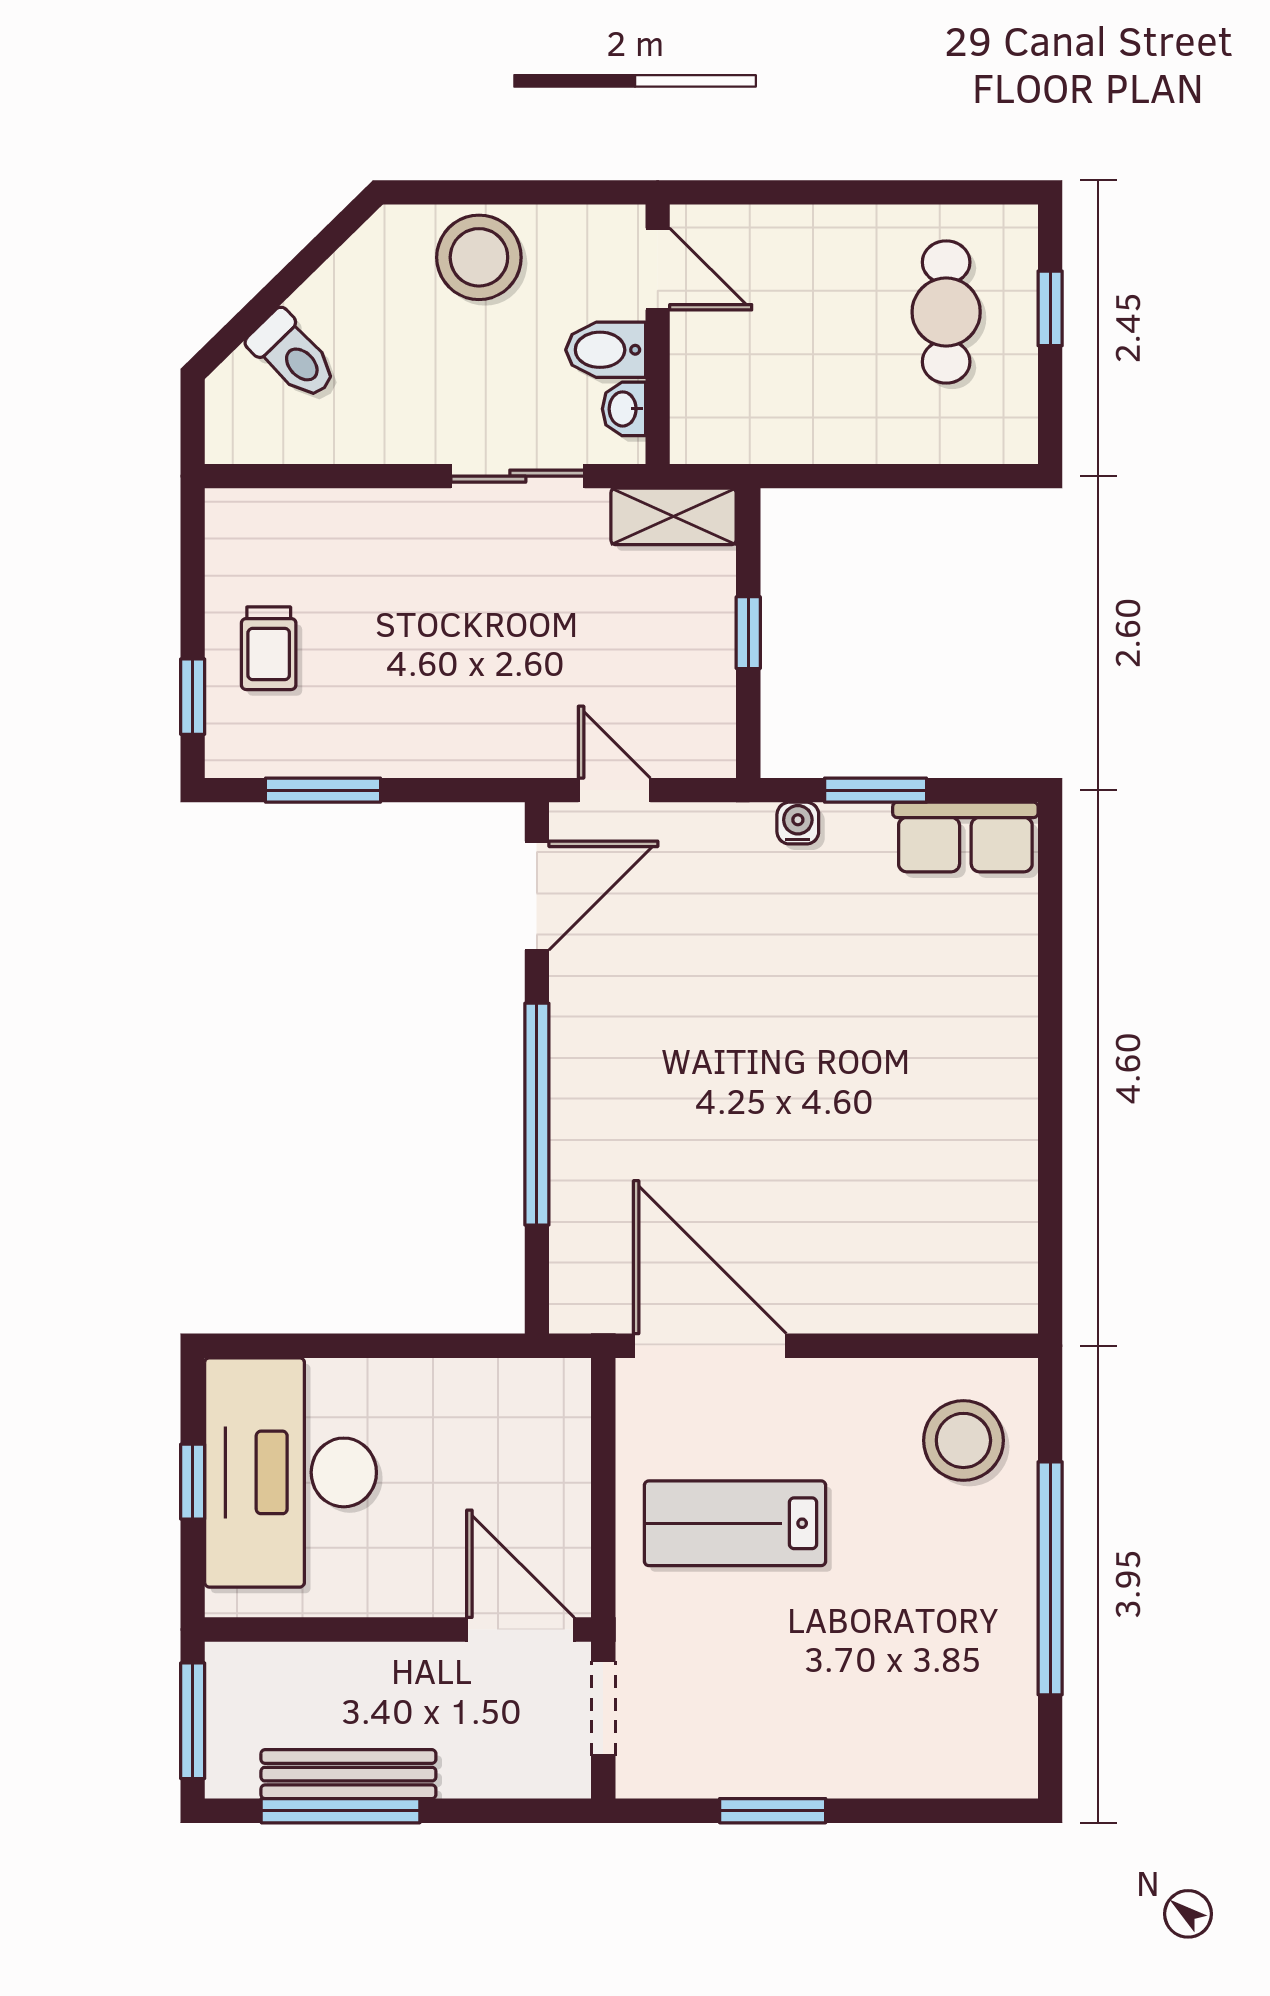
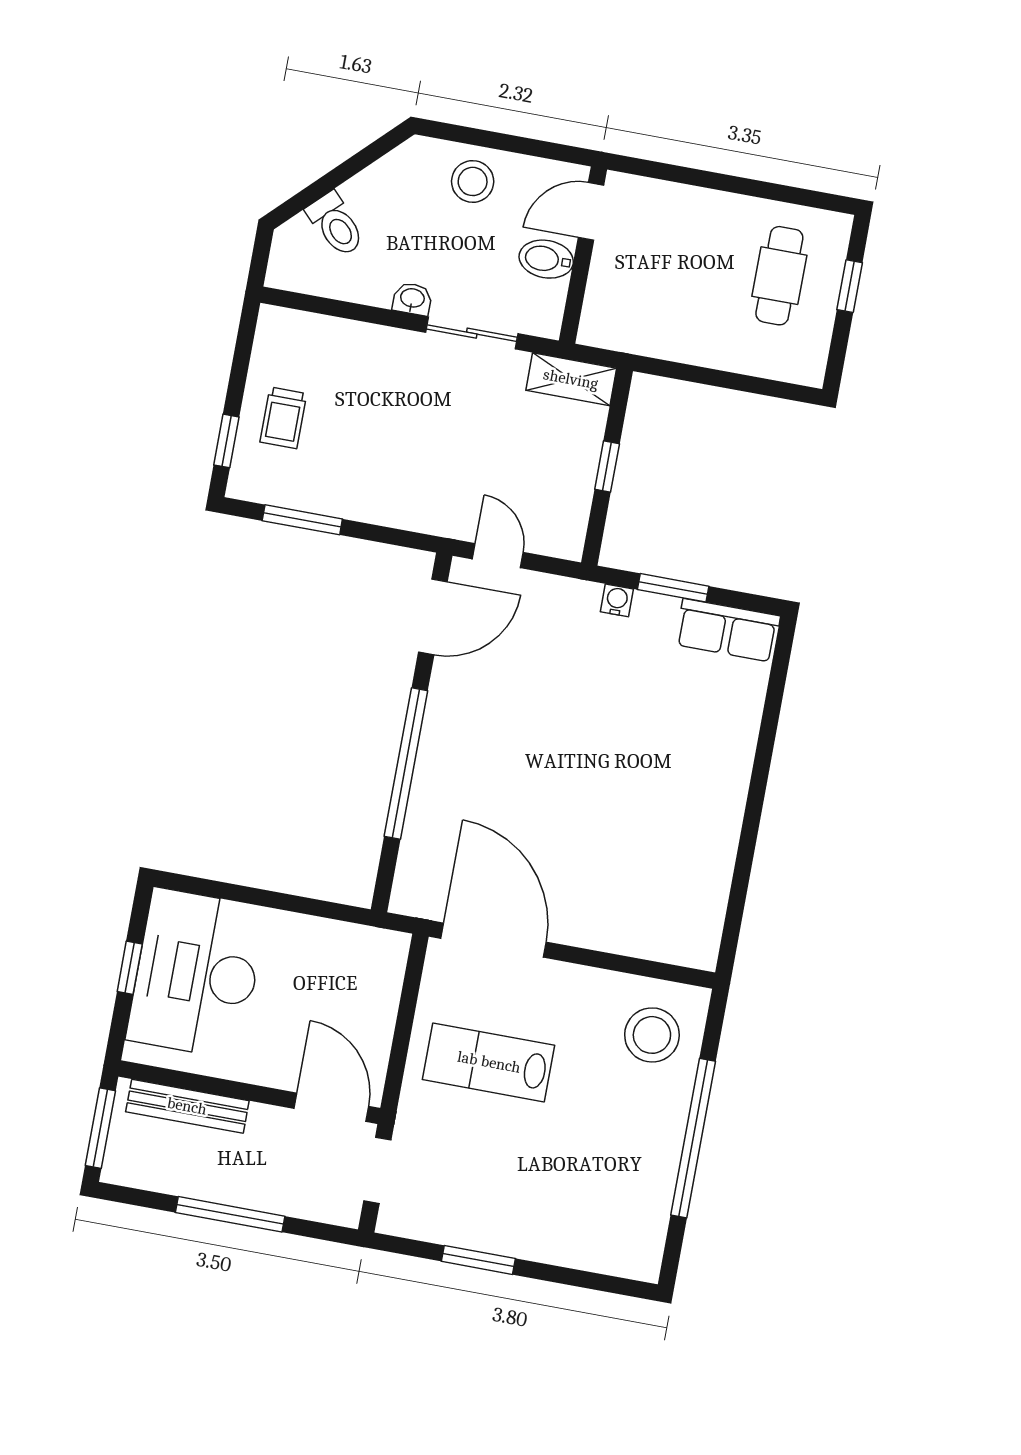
stool: (479, 257) -> (473, 181), width x0.73, depth x0.73
door: (658, 269) -> (591, 211), swing flipped
washbasin: (624, 409) -> (412, 299), moved, turned 90
bench: (348, 1774) -> (187, 1106), moved
window: (341, 1811) -> (230, 1214), moved

